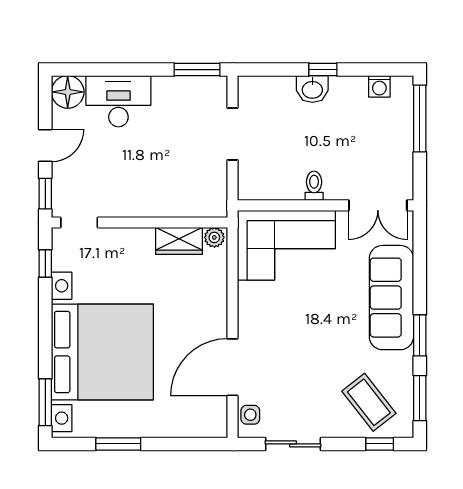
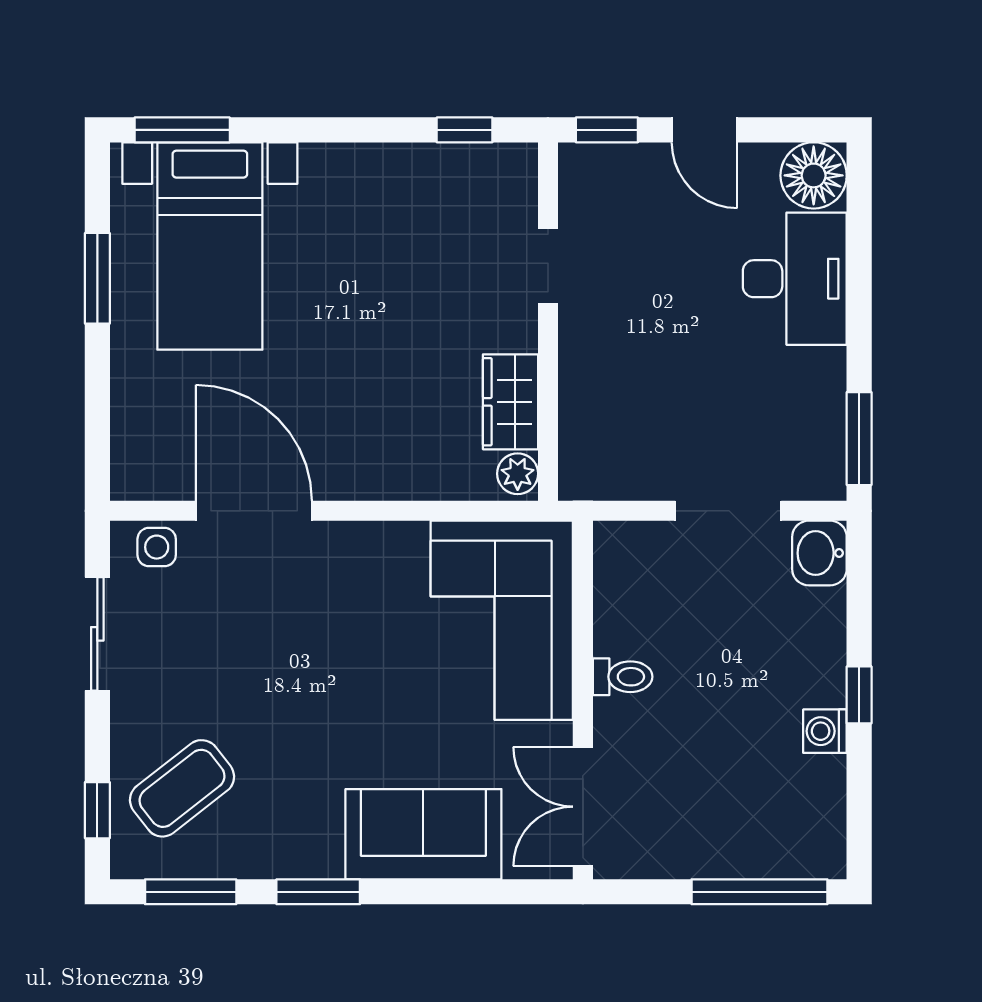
washing machine: (379, 86) -> (825, 731), moved
washbasin: (312, 89) -> (819, 553), moved
doorway: (79, 222) -> (548, 266), moved
sofa: (391, 298) -> (423, 834), width x0.73
bed with nightstands: (102, 352) -> (210, 246), width x0.54

